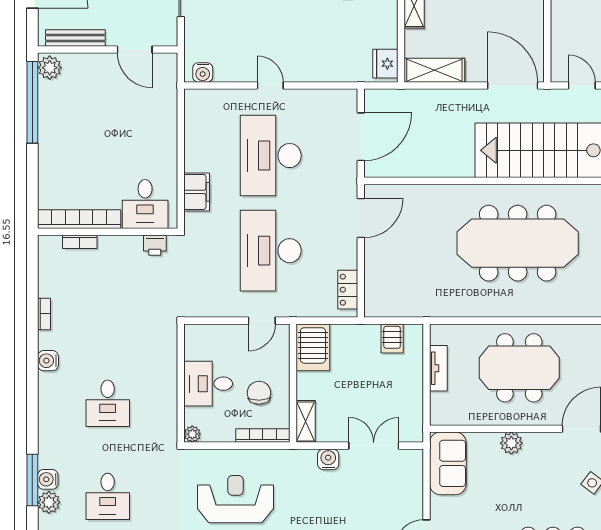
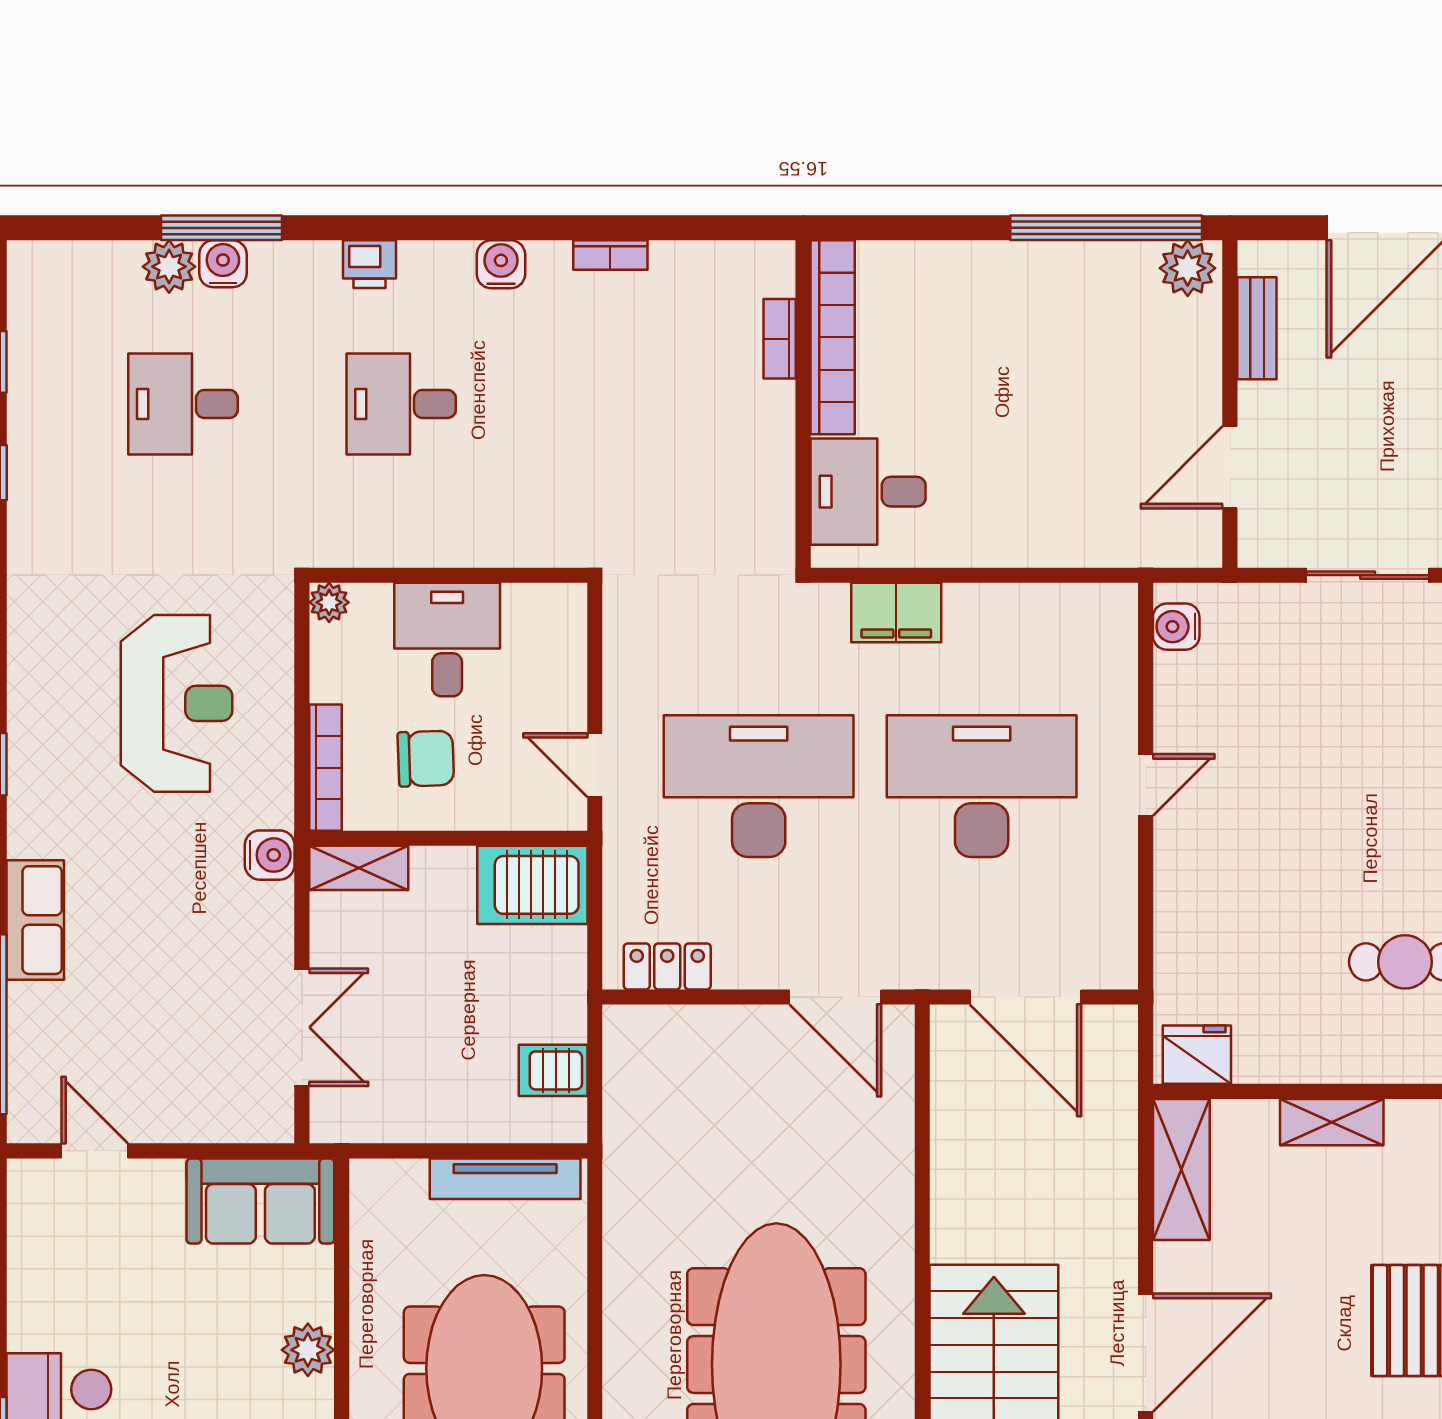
bench: (75, 38) -> (1257, 328), width x0.73
printer: (155, 245) -> (369, 264), moved, turned -90
tv unit: (438, 368) -> (505, 1179), width x1.41
water cooler: (328, 459) -> (270, 855), moved

